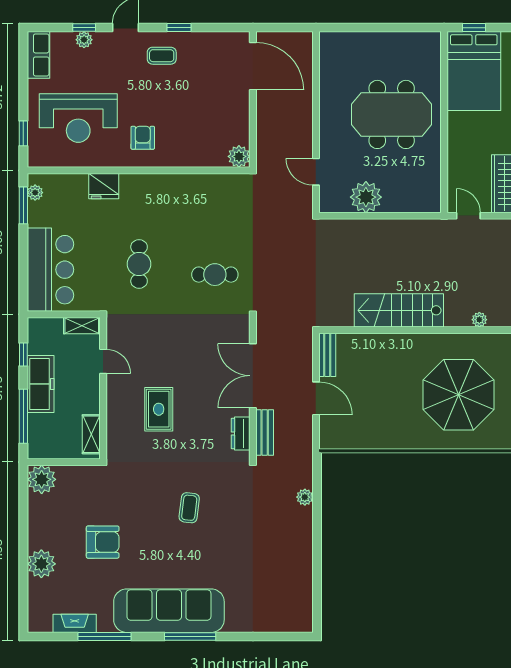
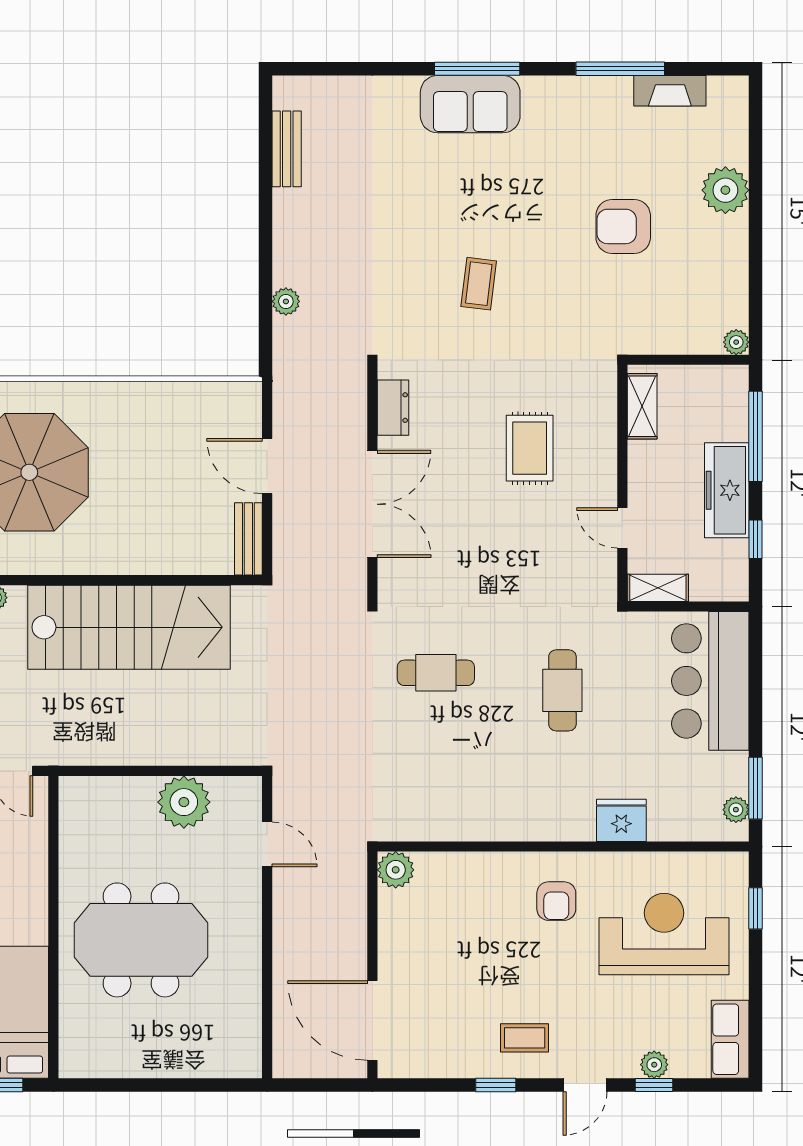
stairs: (399, 310) -> (129, 627), width x1.36, depth x1.51
bench: (265, 433) -> (287, 149), moved
plant: (42, 479) -> (736, 342), width x0.53, depth x0.53
sofa: (169, 611) -> (470, 104), width x0.54, depth x0.79

